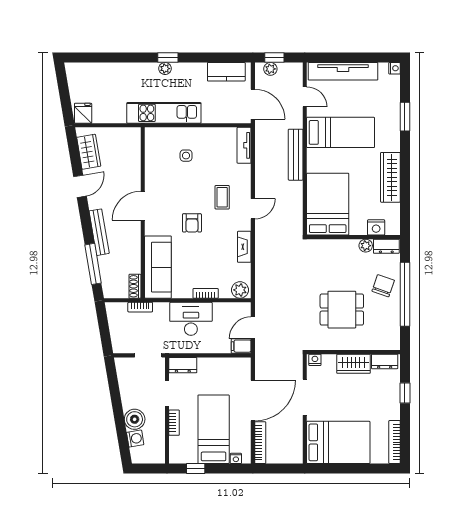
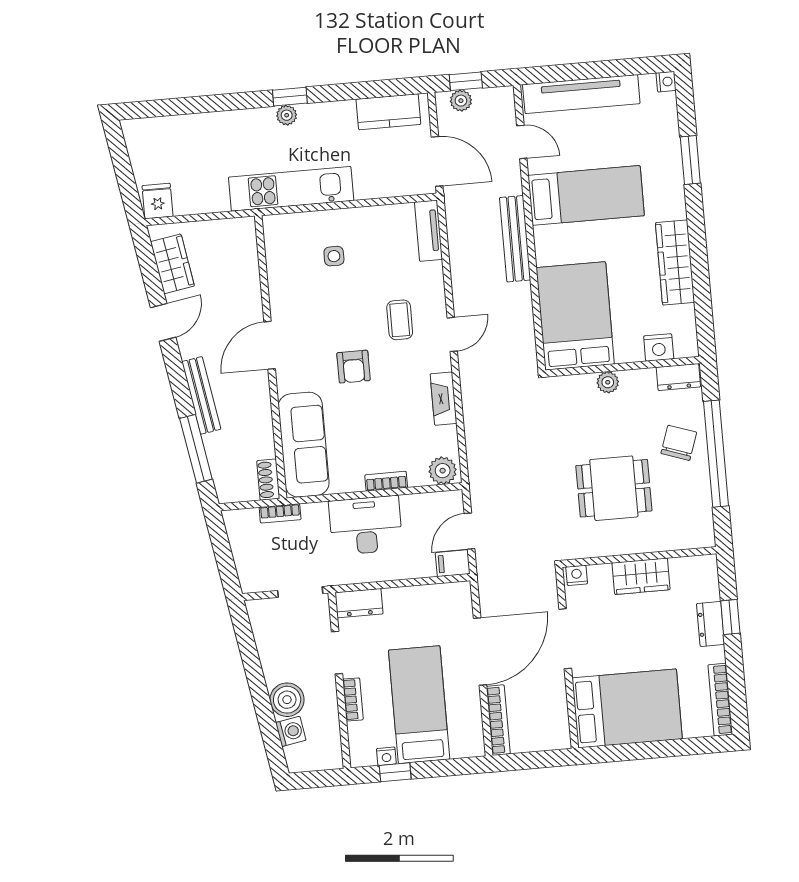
plant: (366, 246) -> (608, 382), moved
dresser: (385, 361) -> (711, 624), moved, turned 90
nightstand: (236, 458) -> (386, 756), moved

